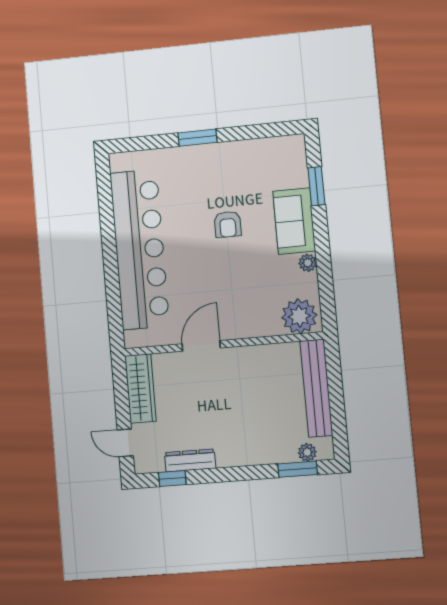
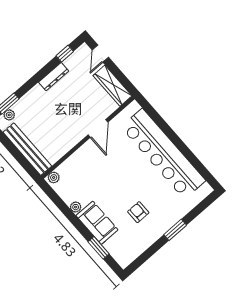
armchair: (228, 224) -> (138, 212), moved
plant: (299, 316) -> (54, 177), width x0.53, depth x0.53
door: (125, 443) -> (100, 54), swing flipped
dresser: (190, 460) -> (54, 77), moved

